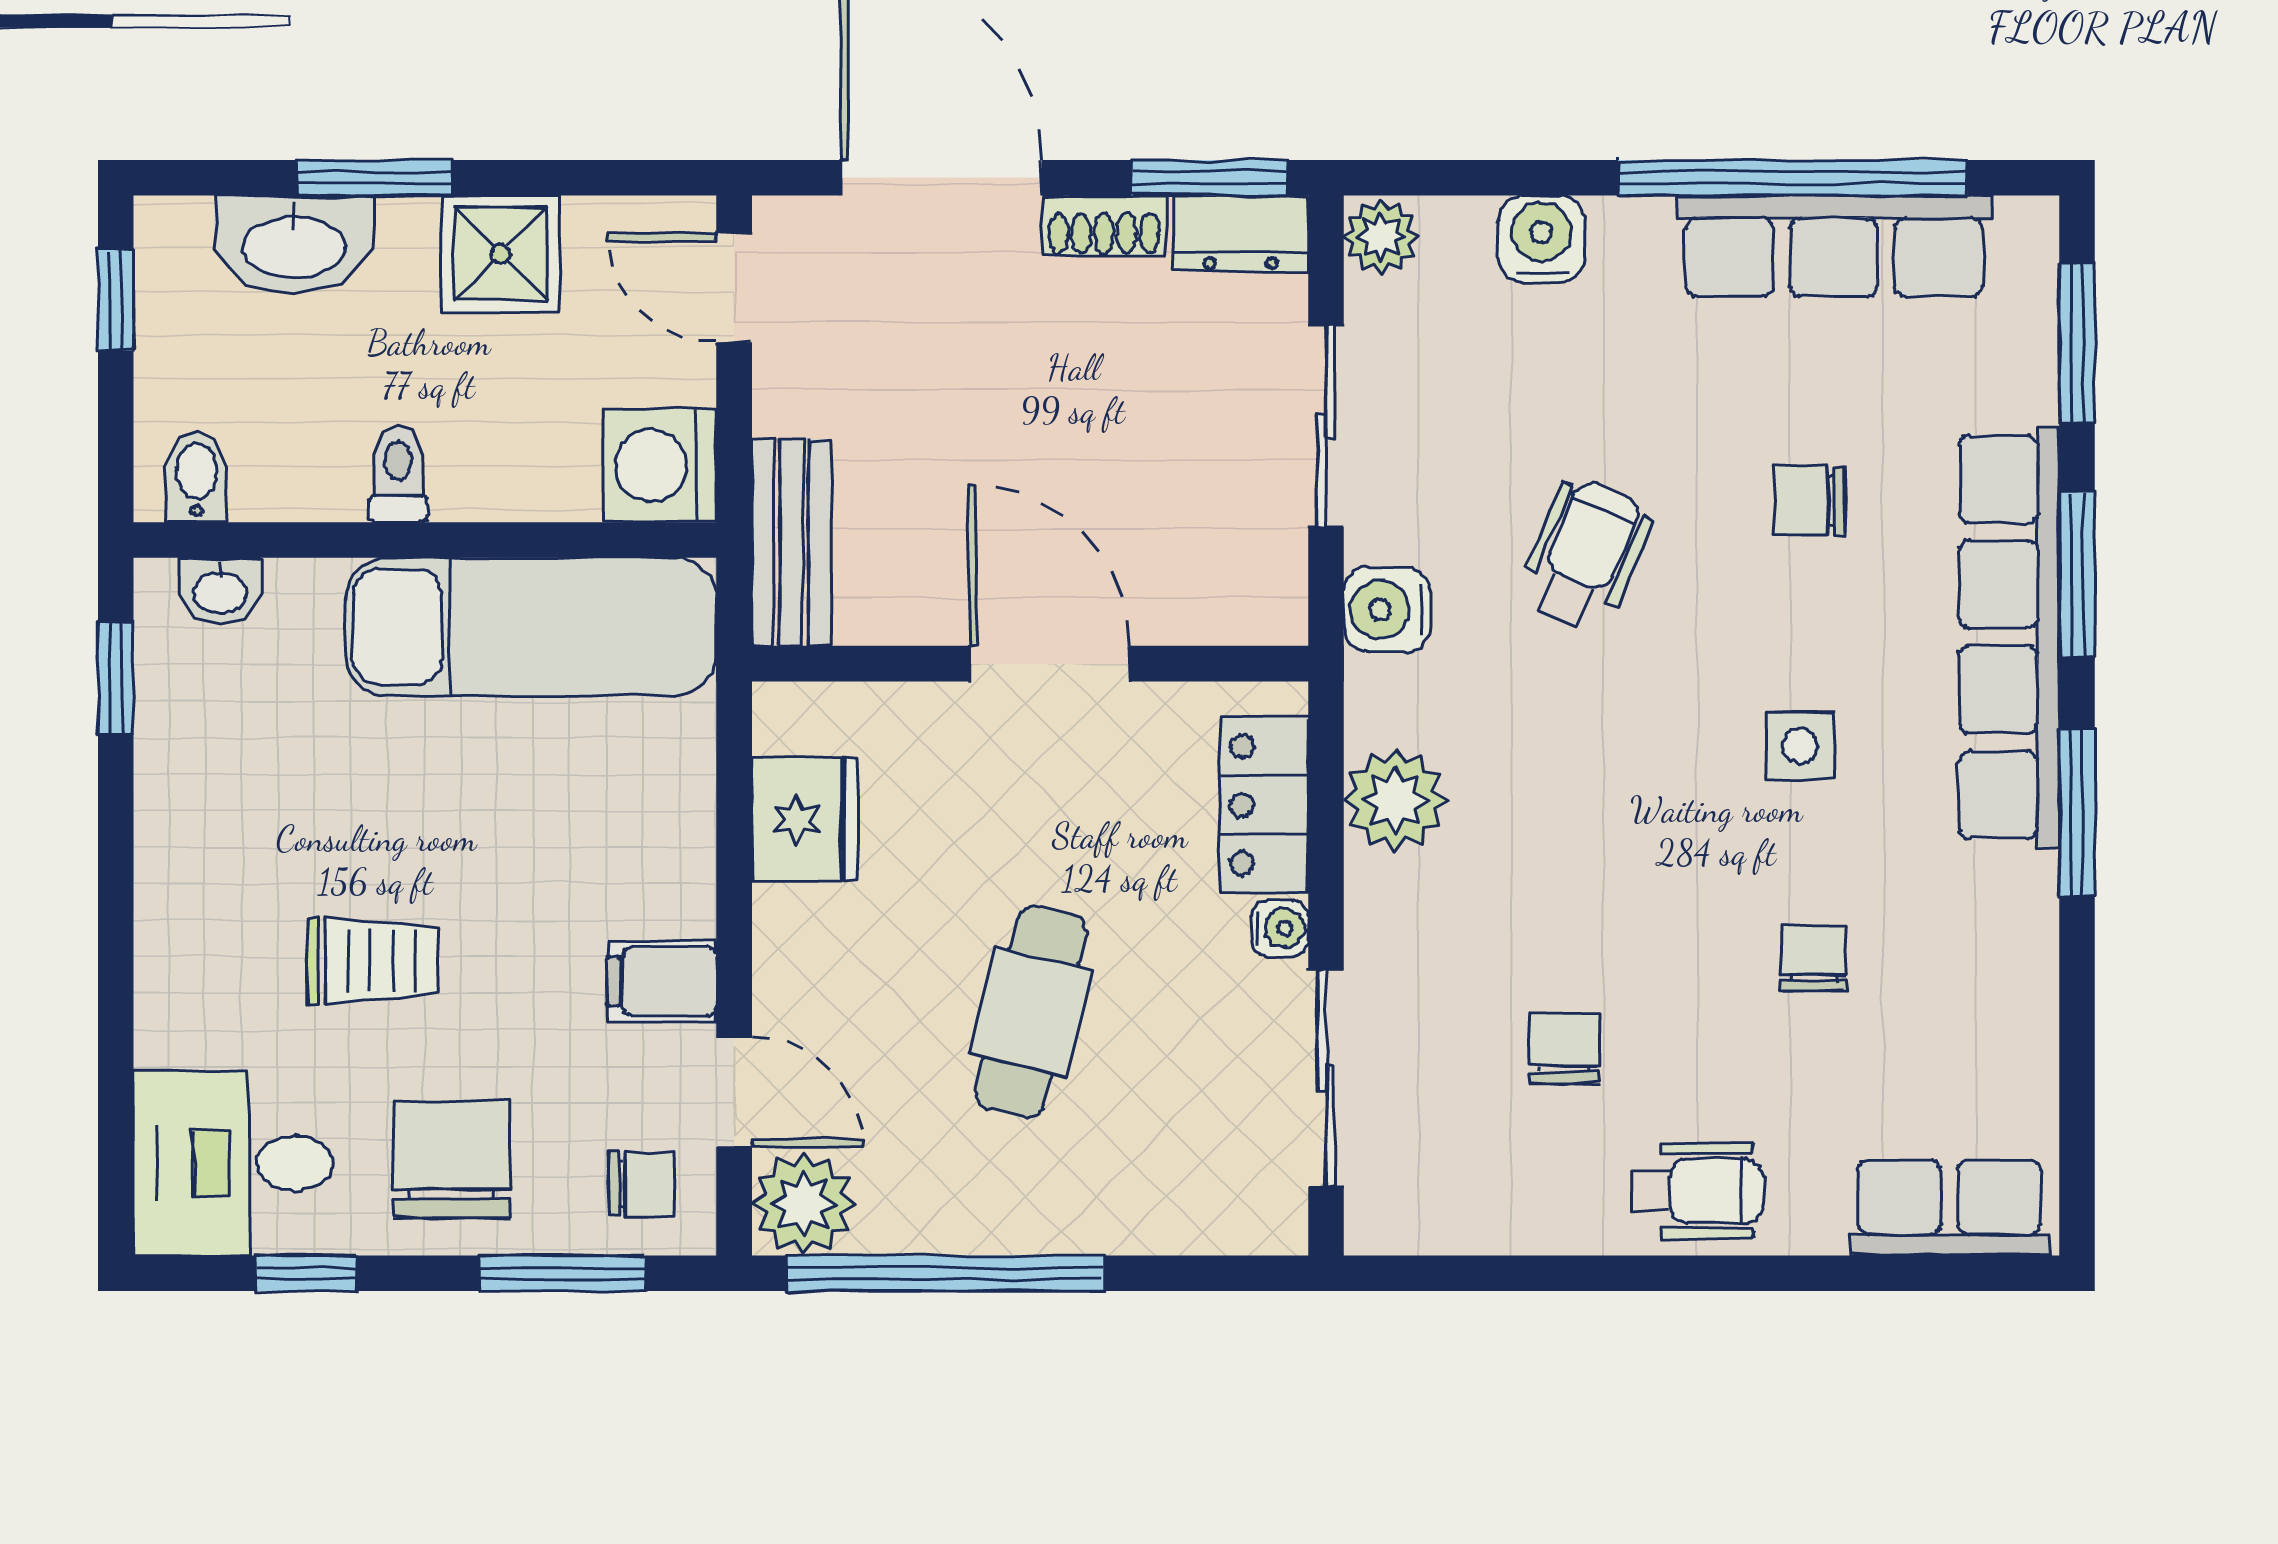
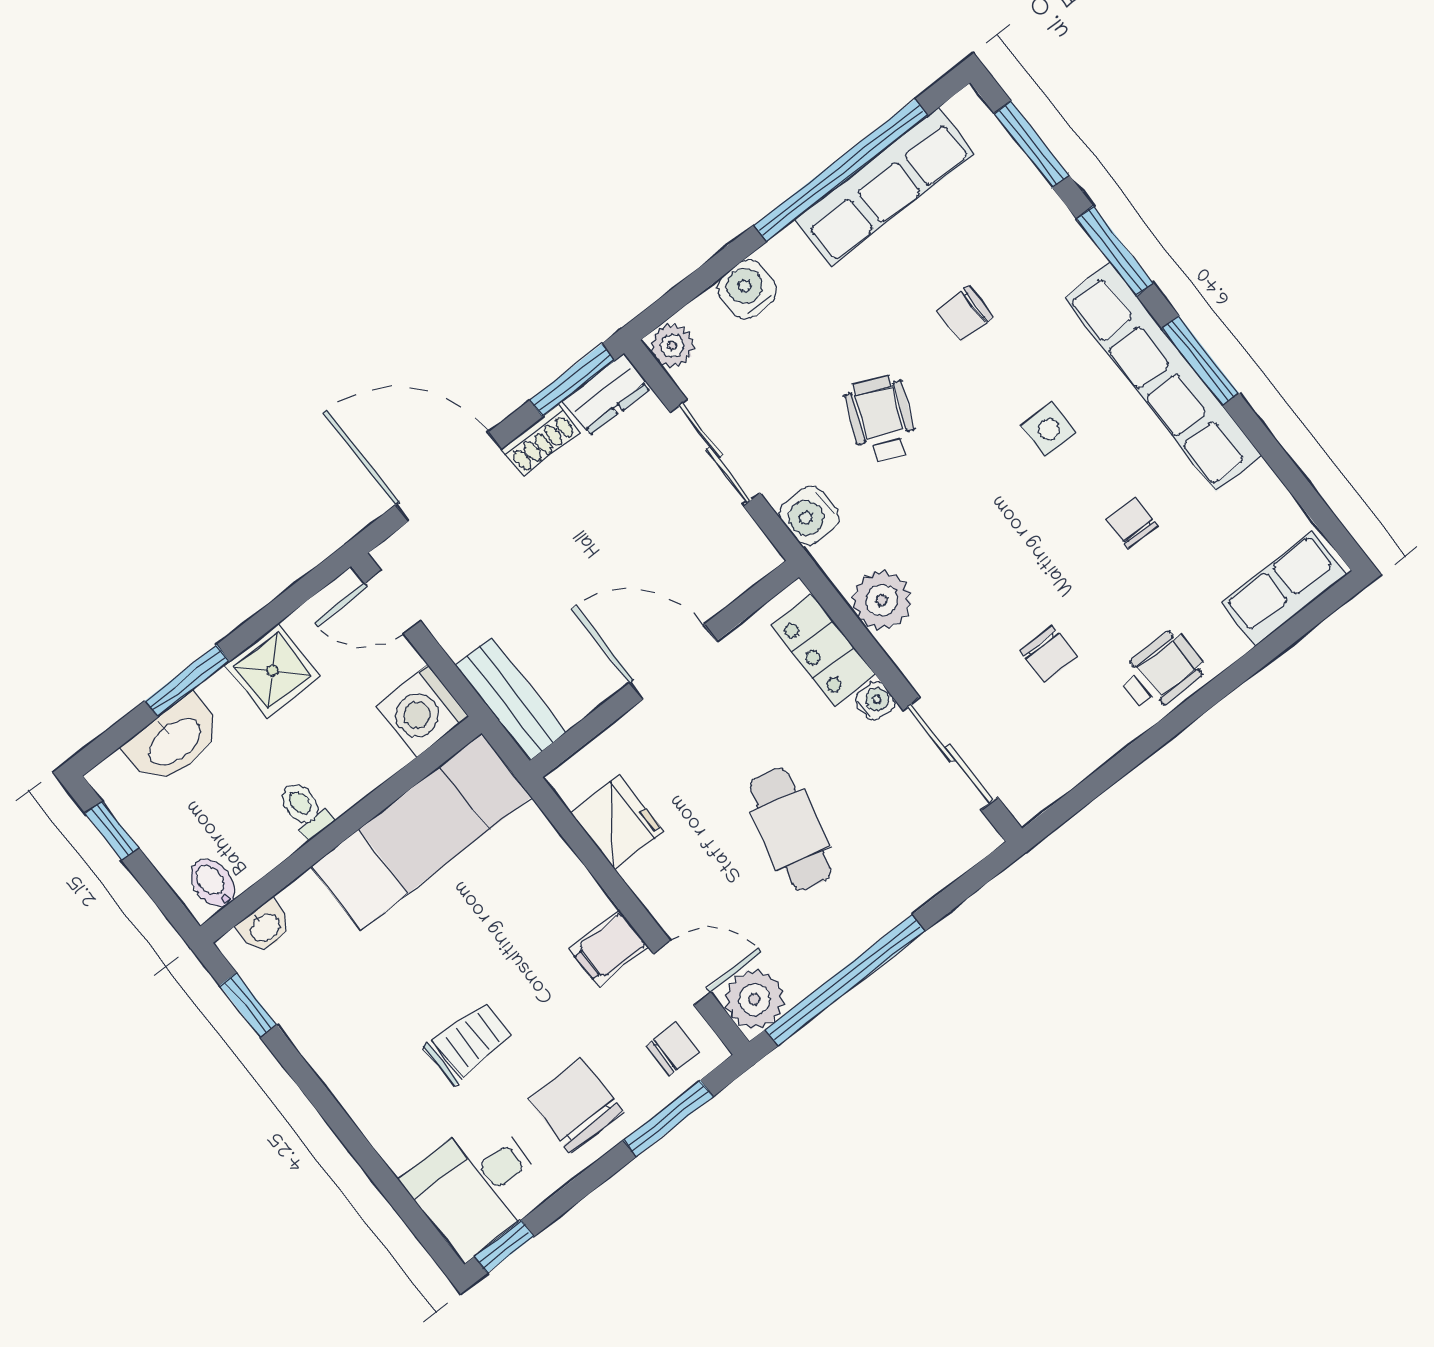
row of seats: (2009, 637) -> (1163, 377), moved
chair: (1564, 1048) -> (1049, 654), turned 180
window: (306, 1273) -> (504, 1247), moved

